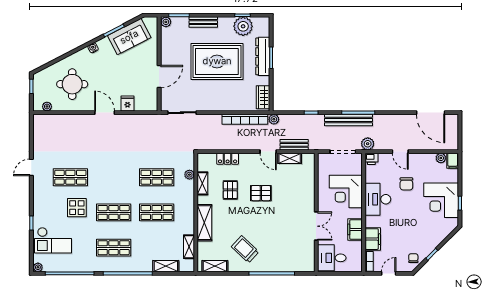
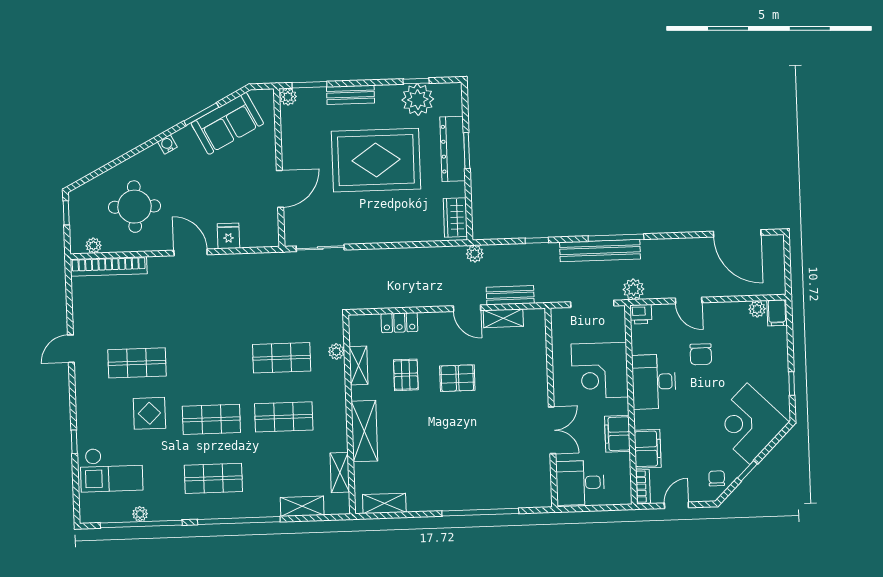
bookcase: (245, 119) -> (109, 266), moved
corner desk: (441, 200) -> (748, 424), moved, turned 45
trolley: (245, 249) -> (434, 473), removed
plant: (38, 267) -> (140, 514), moved

